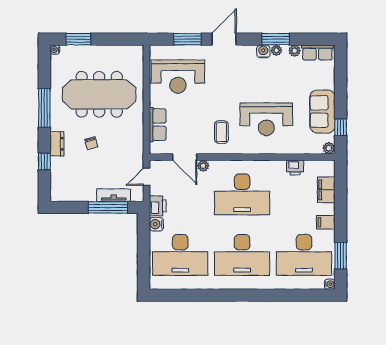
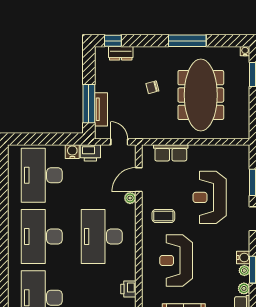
reception desk: (178, 77) -> (210, 197), moved
dresser: (57, 144) -> (121, 53), moved
window: (44, 161) -> (113, 41), moved

